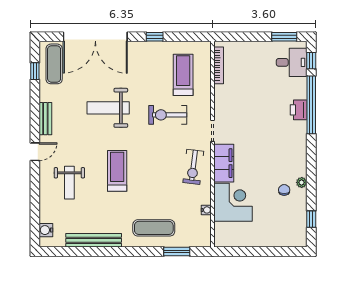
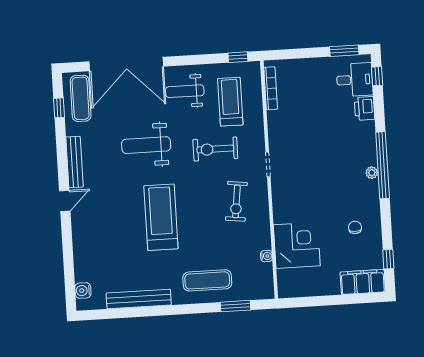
window: (155, 37) -> (238, 57), moved
window: (311, 105) -> (383, 165), moved
printer: (299, 110) -> (365, 108), moved
bench: (45, 119) -> (74, 162), width x1.36
filing cabinet: (224, 163) -> (363, 282), moved, turned -90
exercise bike: (193, 167) -> (236, 201), moved
treadmill: (117, 171) -> (161, 217), width x1.37, depth x1.38
plant: (302, 182) -> (372, 173), moved
weight bench: (69, 183) -> (185, 91), moved, turned 90

